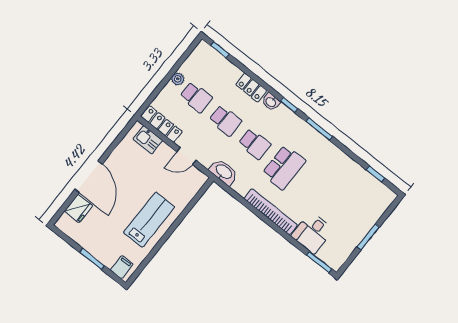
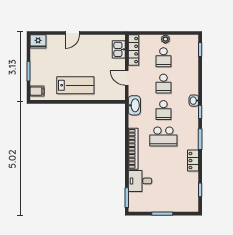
locker: (251, 88) -> (193, 161), moved
door: (89, 177) -> (72, 33), width x0.53
fridge: (78, 209) -> (38, 41), moved

